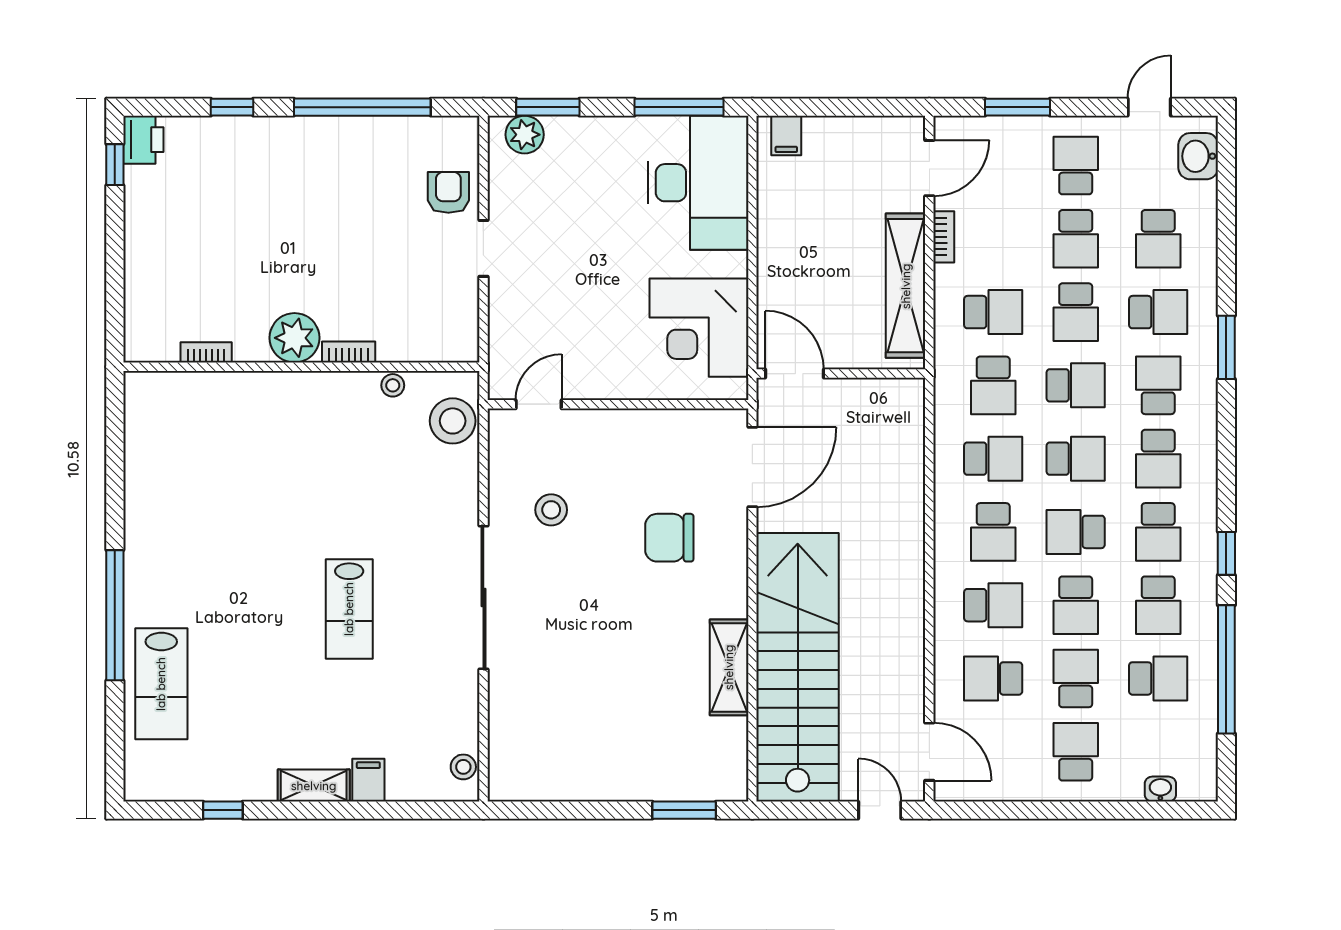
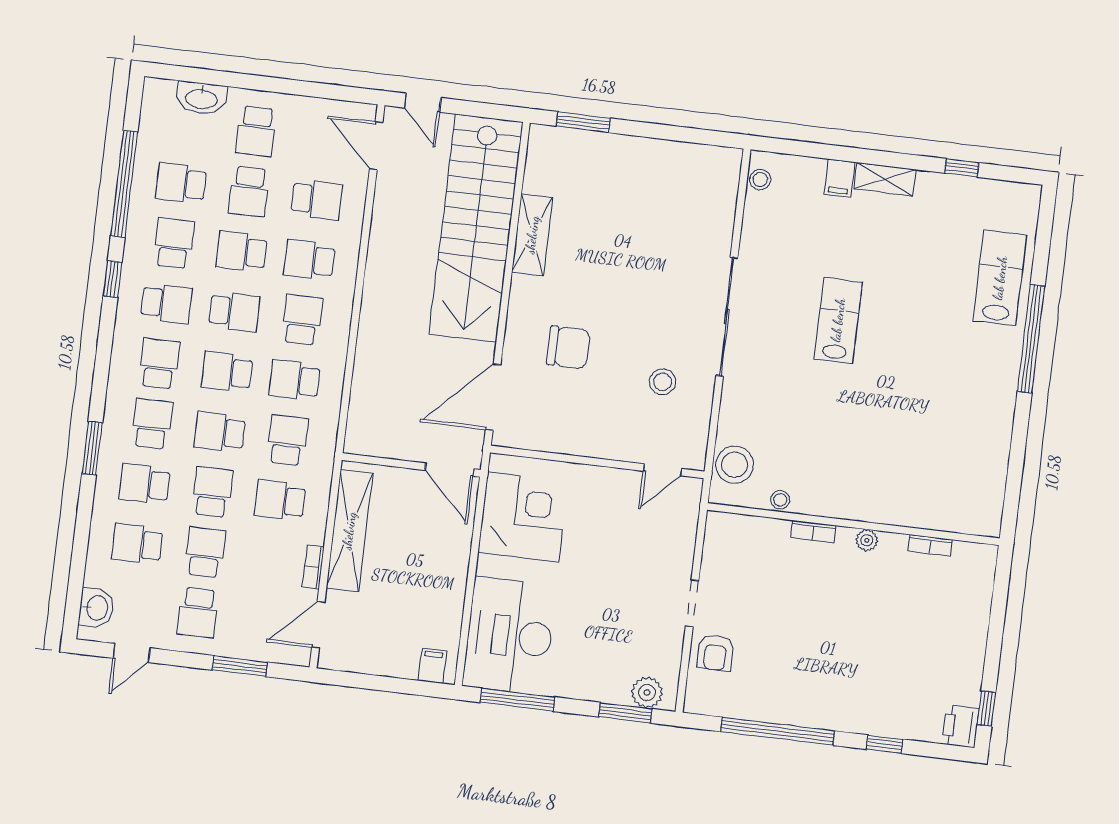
school desk: (1158, 239) -> (137, 544), turned -90
plant: (294, 338) -> (867, 540), width x0.53, depth x0.53
school desk: (1158, 385) -> (152, 424), turned 180
school desk: (1158, 532) -> (166, 303), turned 90
school desk: (1076, 605) -> (241, 252), turned -90
washbasin: (1160, 789) -> (201, 98), width x1.91, depth x1.45

